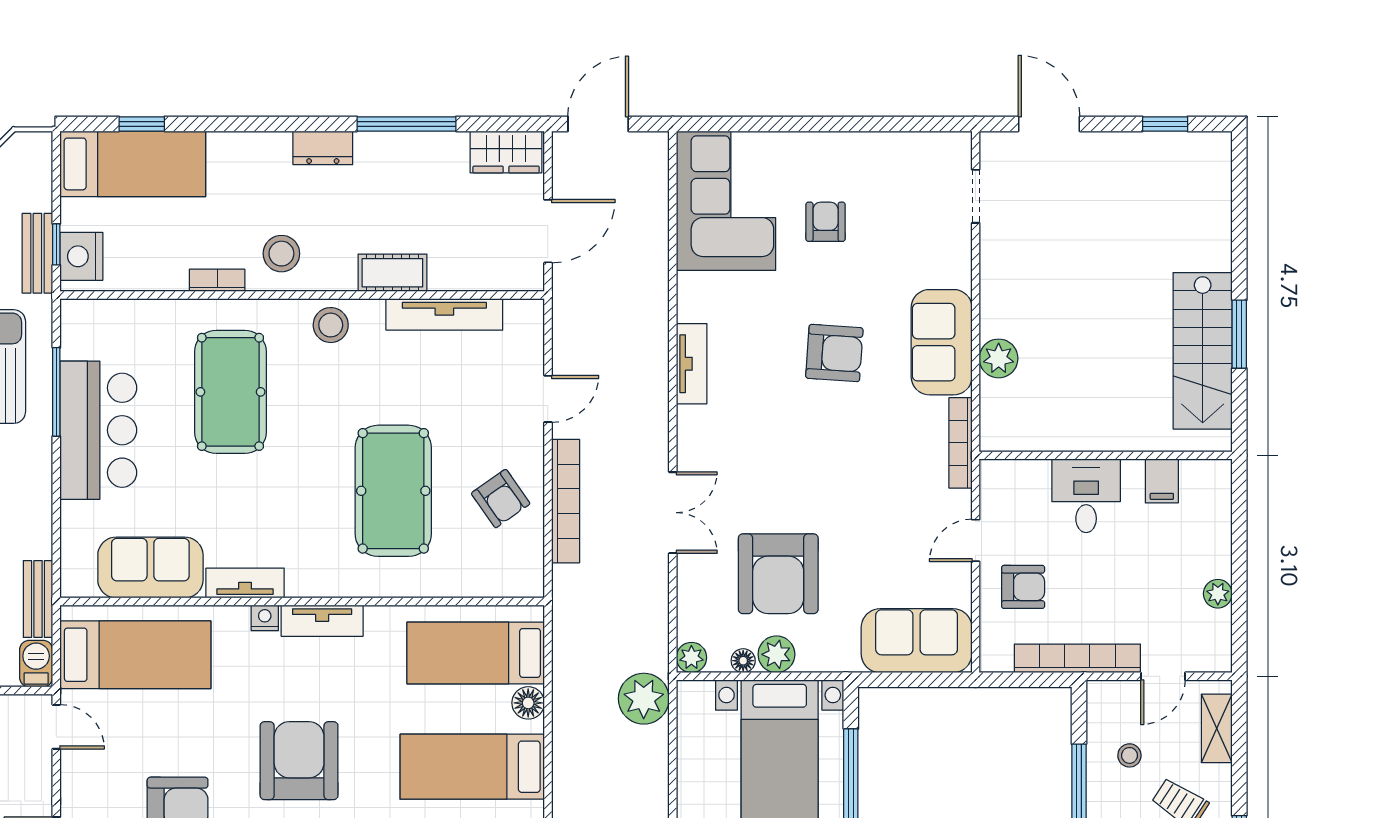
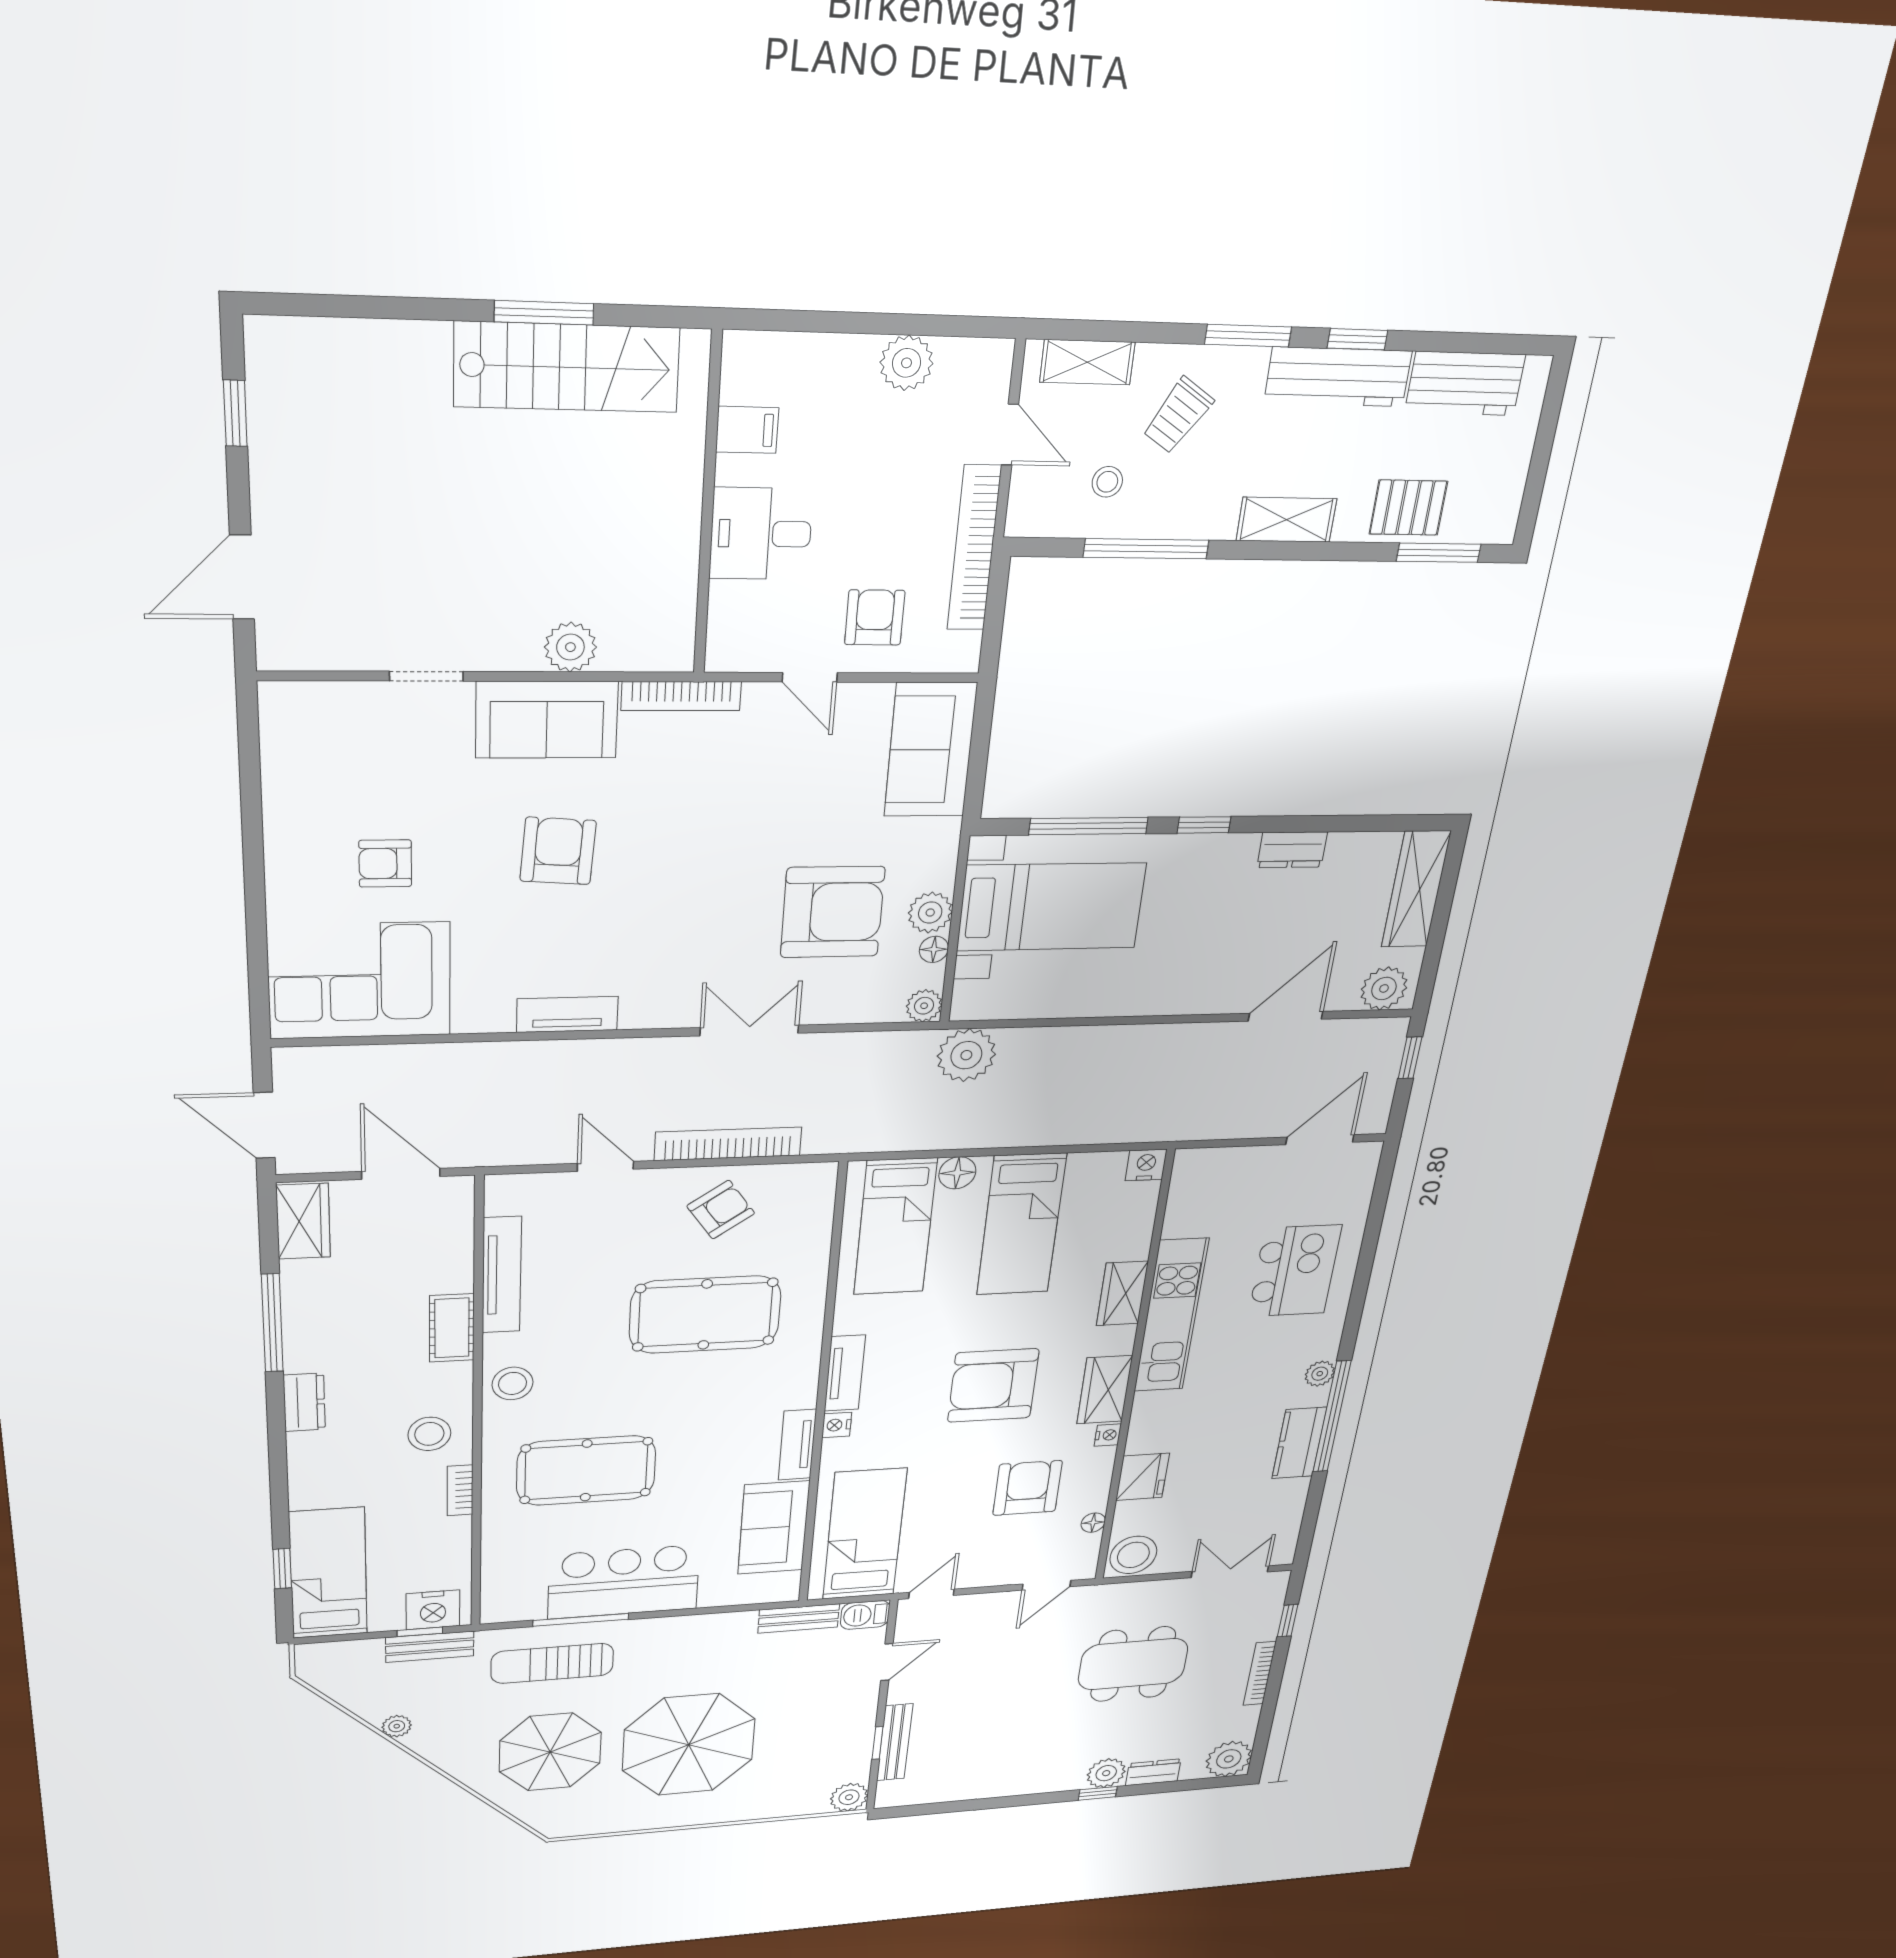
doorway: (976, 196) -> (426, 676), moved
plant: (1218, 594) -> (907, 363), width x1.38, depth x1.38

